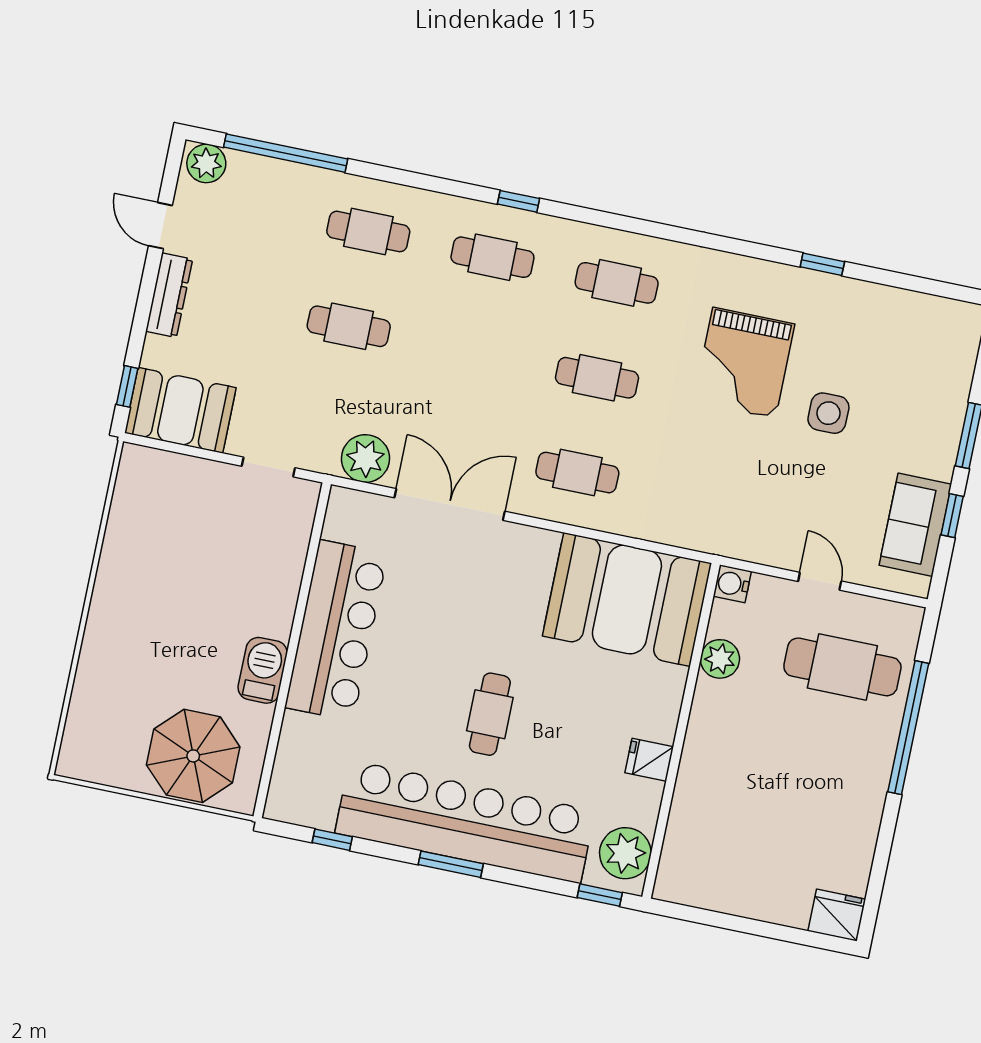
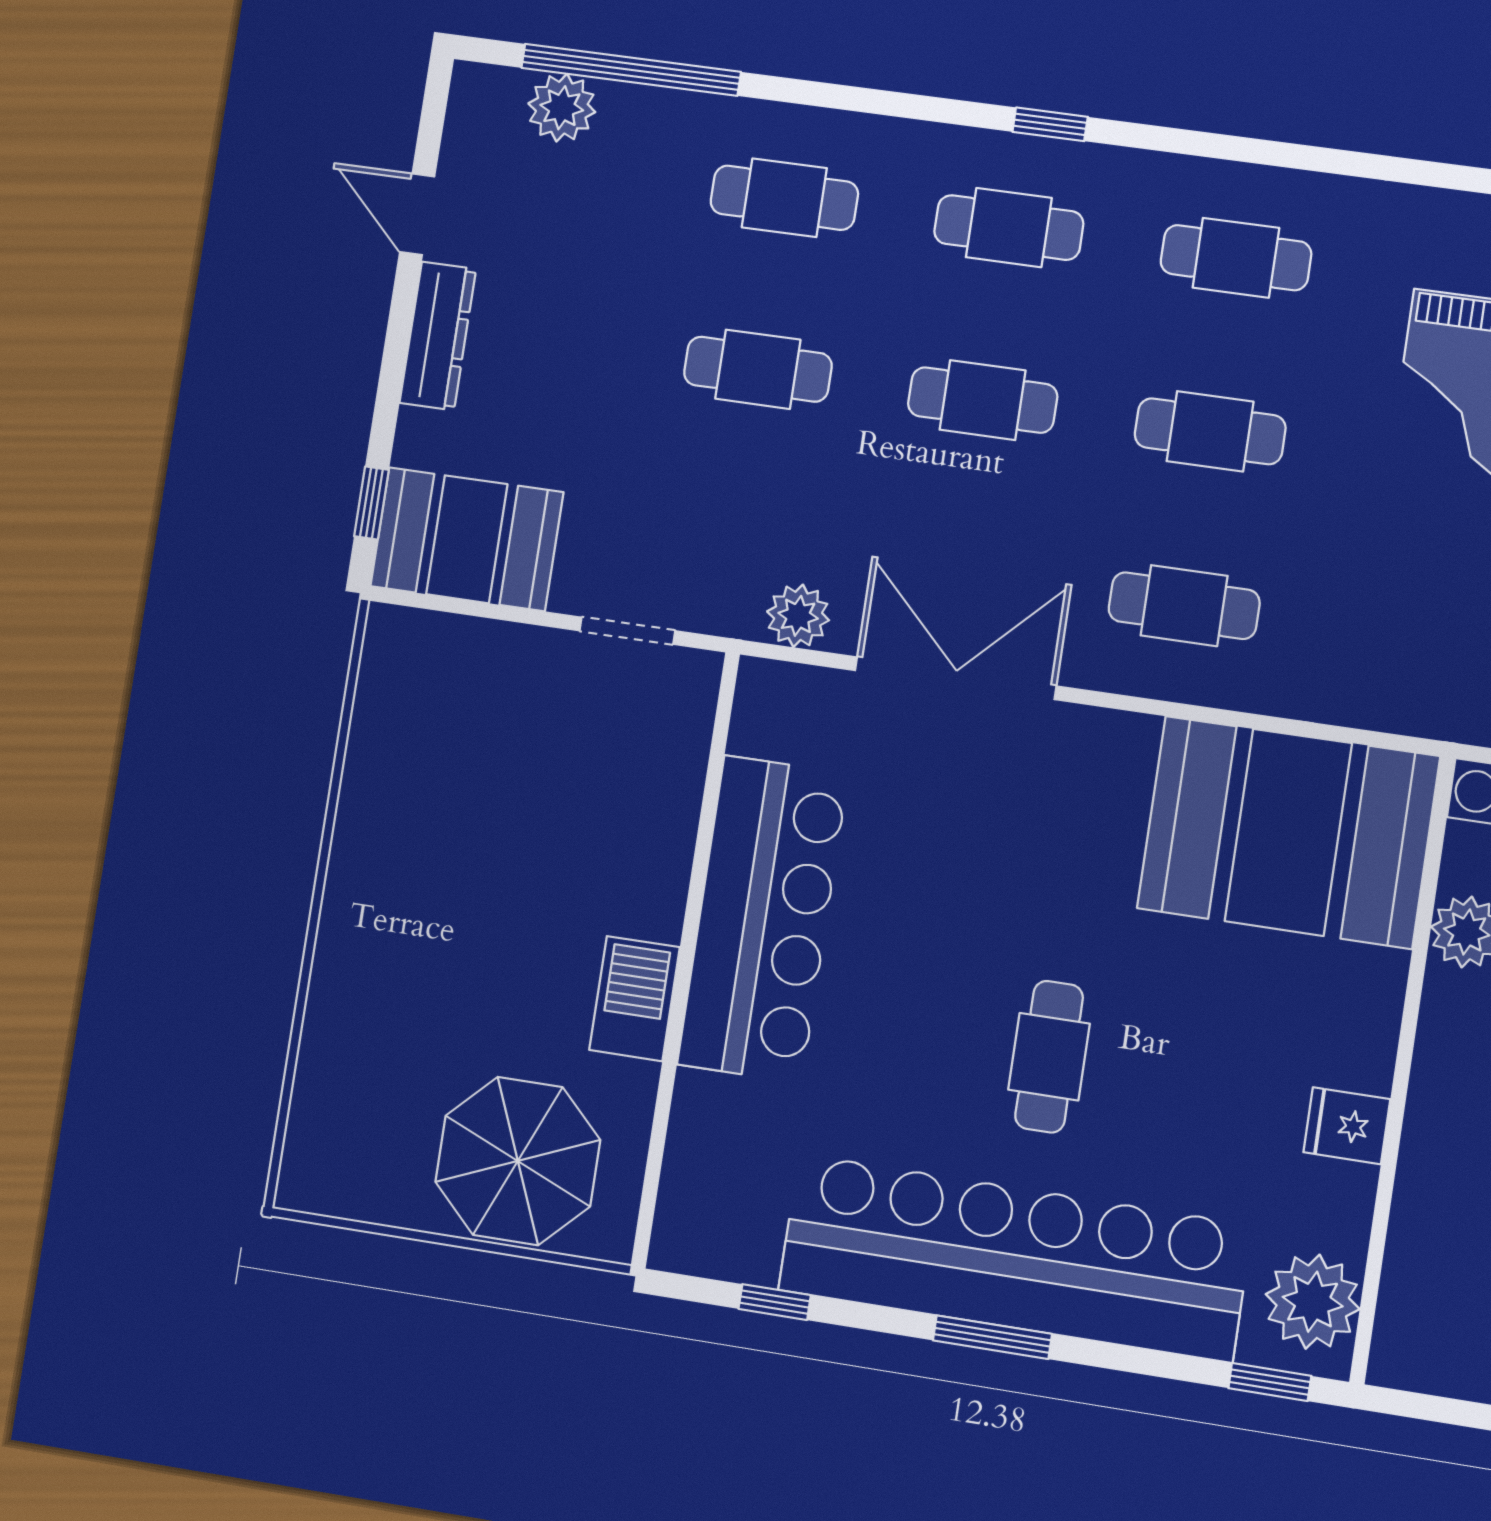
plant: (206, 163) -> (562, 108), moved
cafe table: (473, 352) -> (983, 400), added
plant: (365, 458) -> (798, 616), width x0.73, depth x0.73

